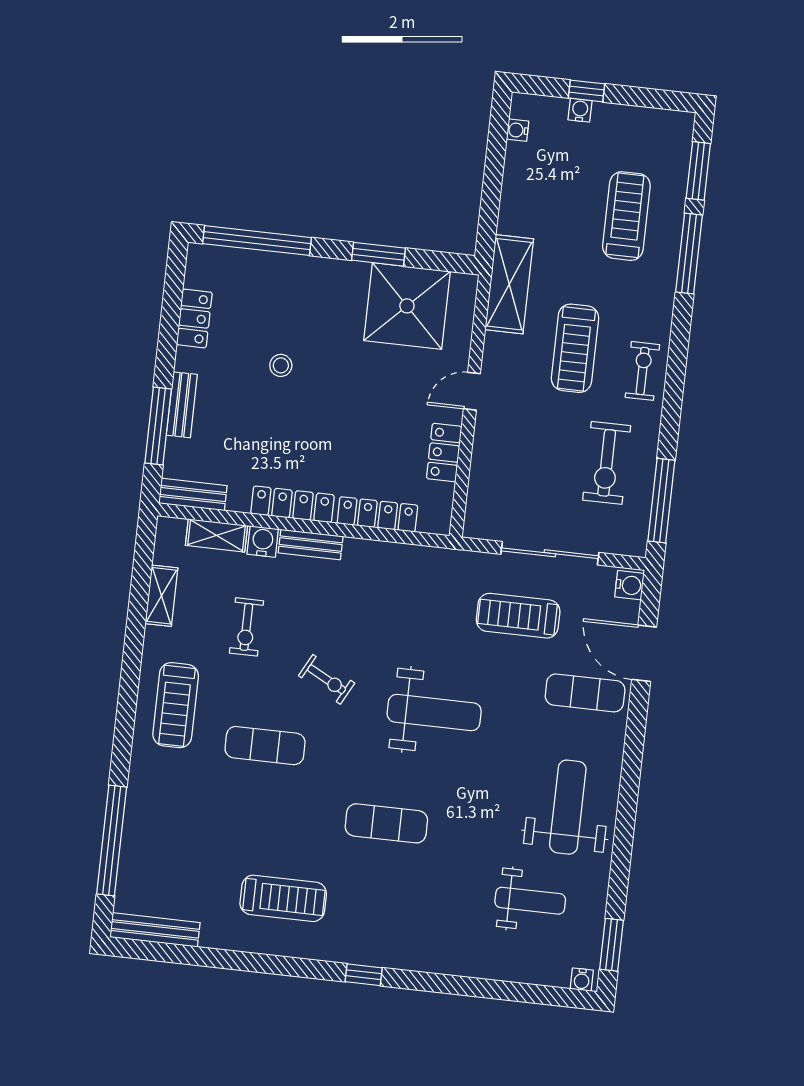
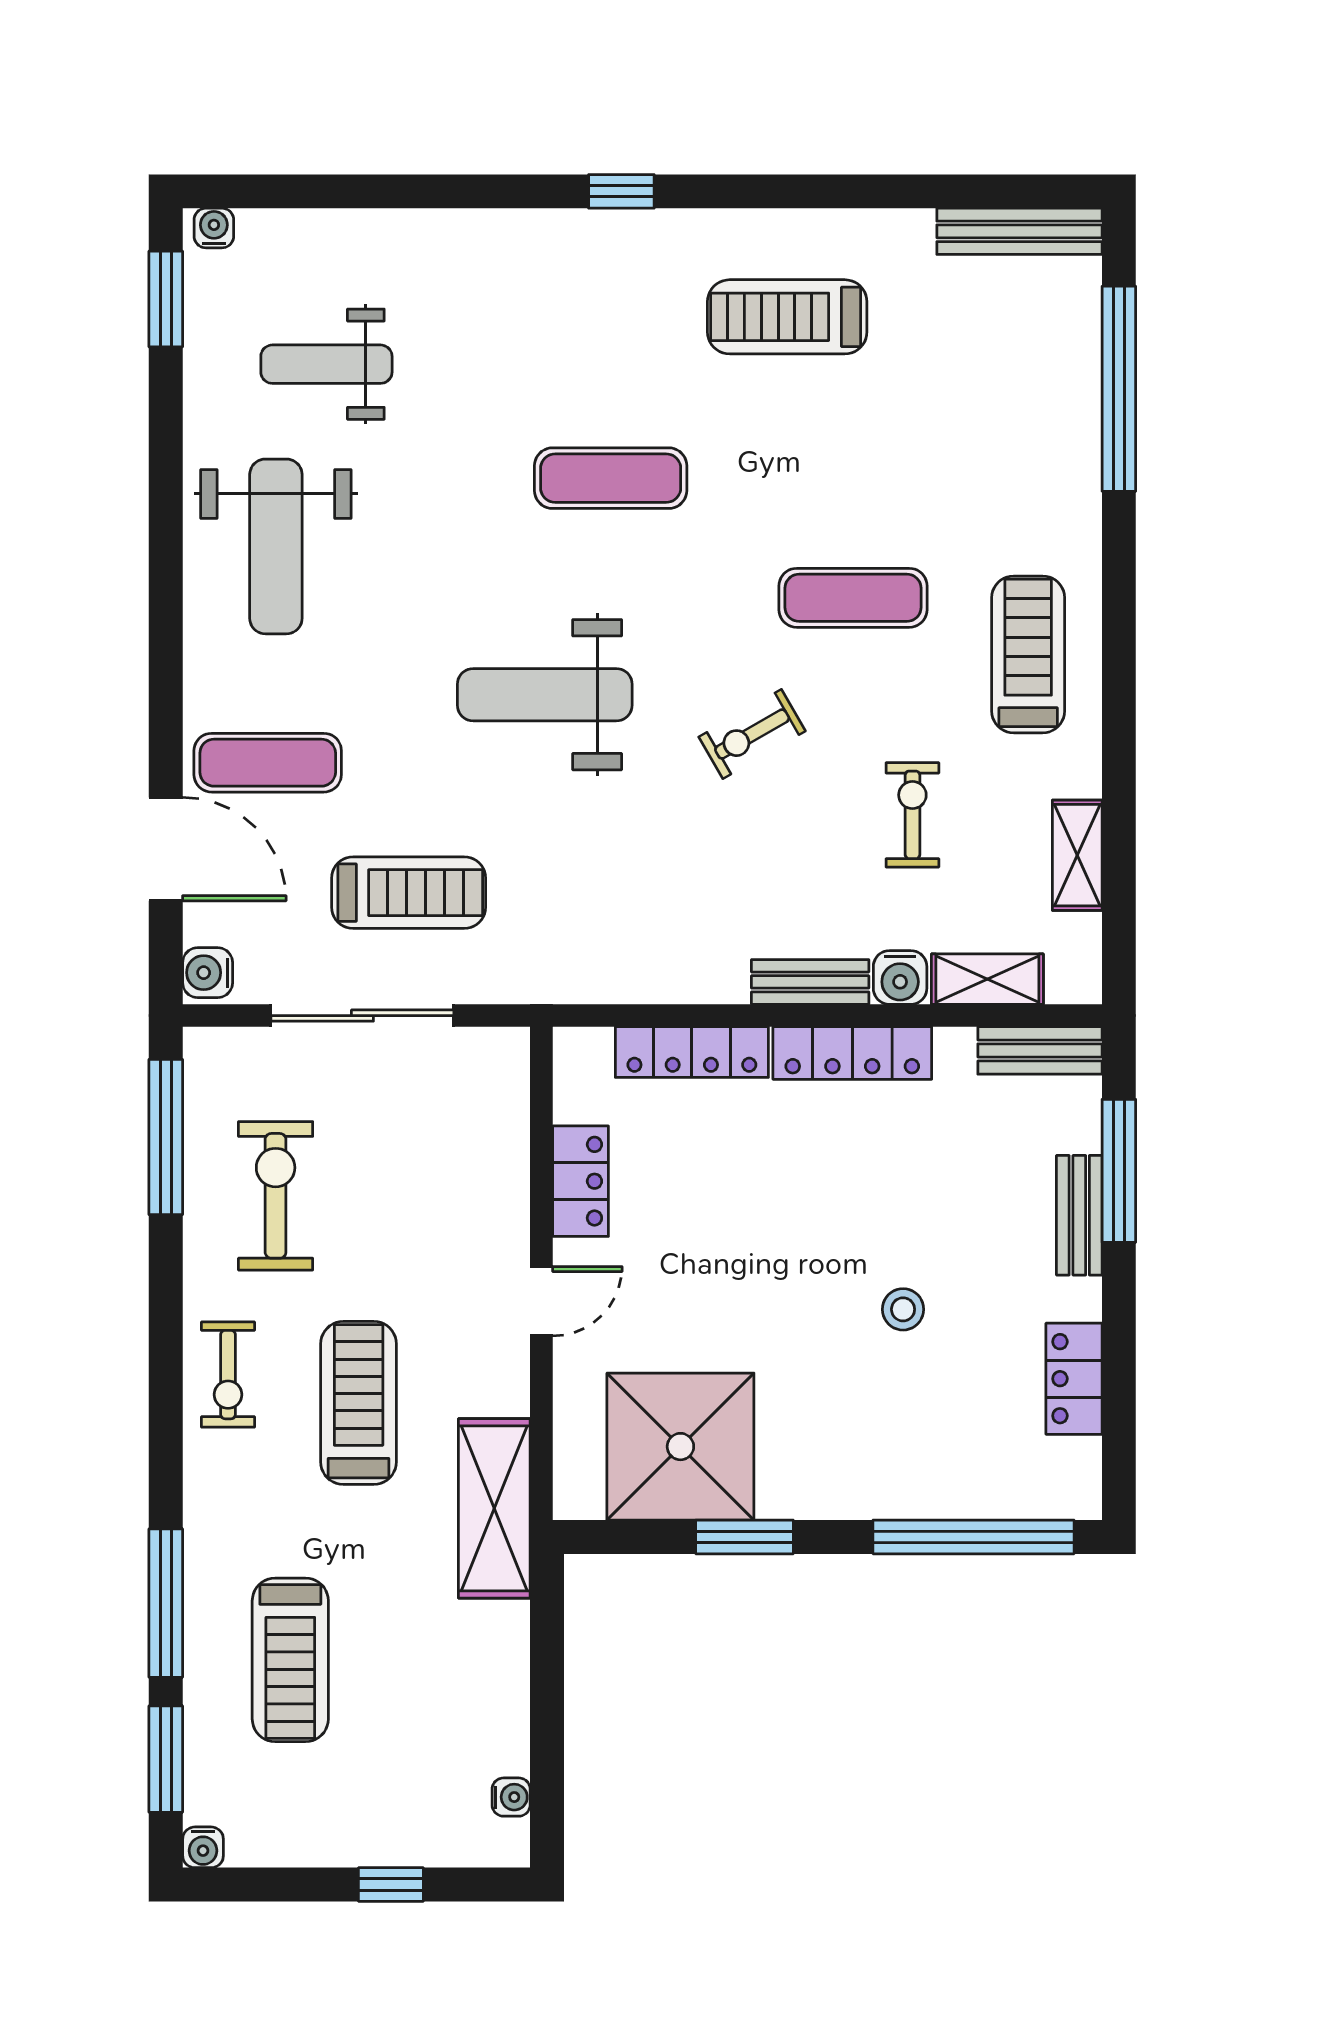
water cooler: (580, 110) -> (203, 1847), moved
exercise bike: (327, 679) -> (752, 734), turned -58

